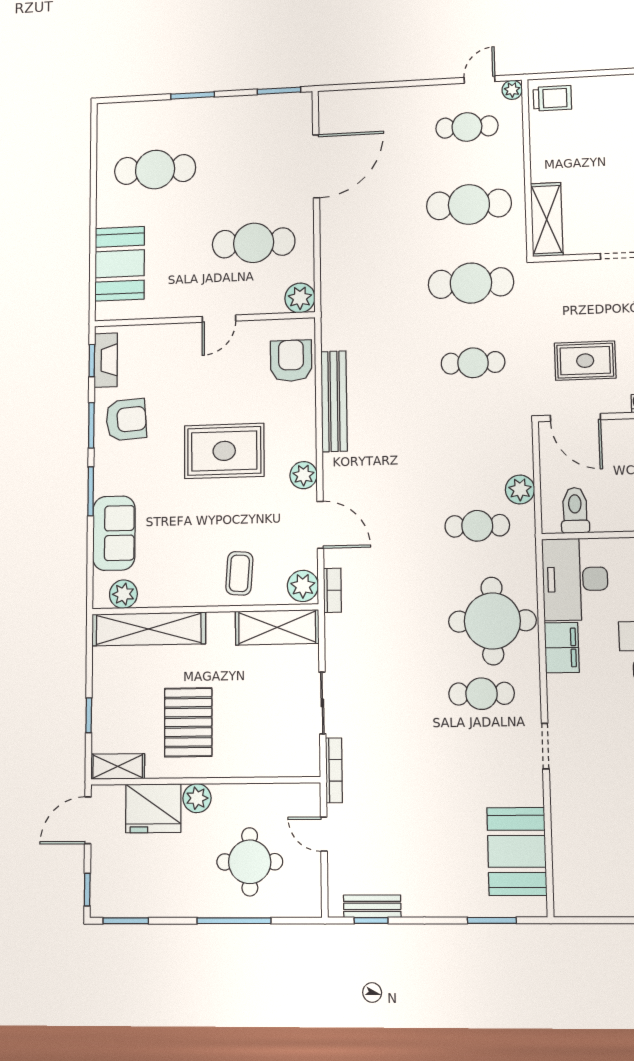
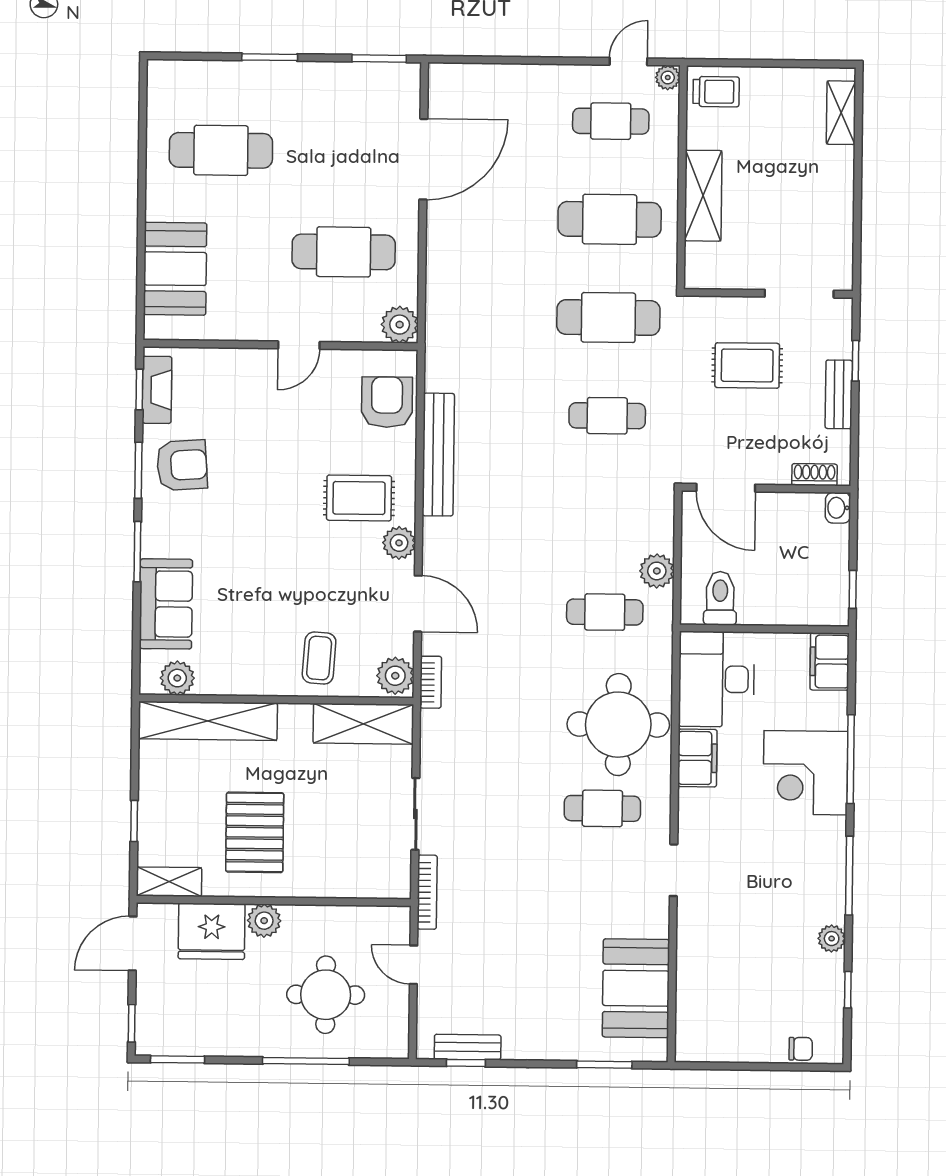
shelving: (547, 220) -> (703, 196), moved
rug: (585, 361) -> (747, 365), moved
rug: (224, 451) -> (359, 498), moved, width x0.73, depth x0.70

